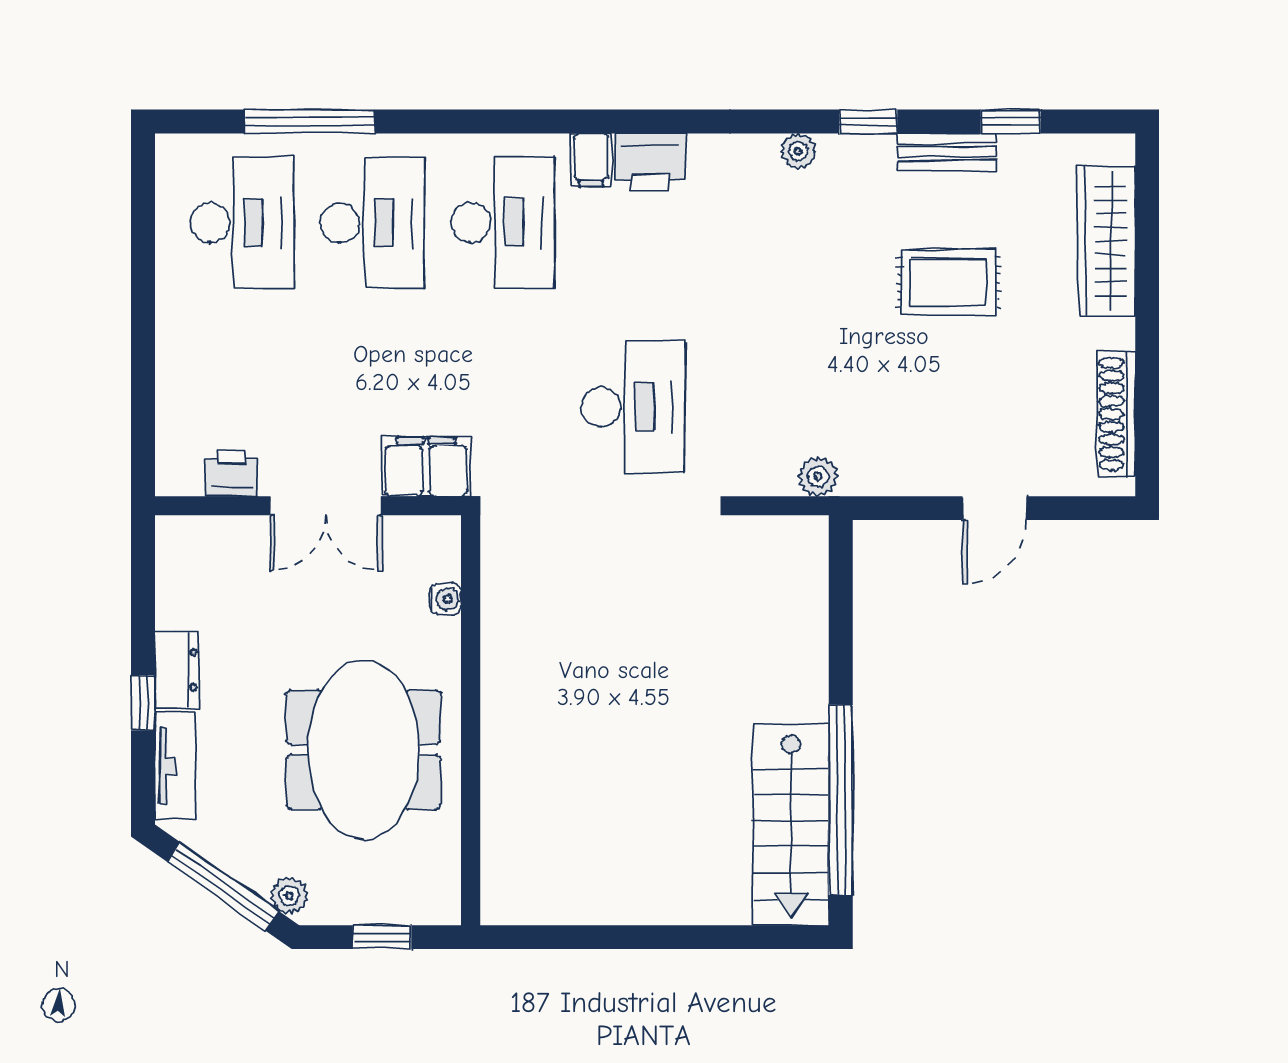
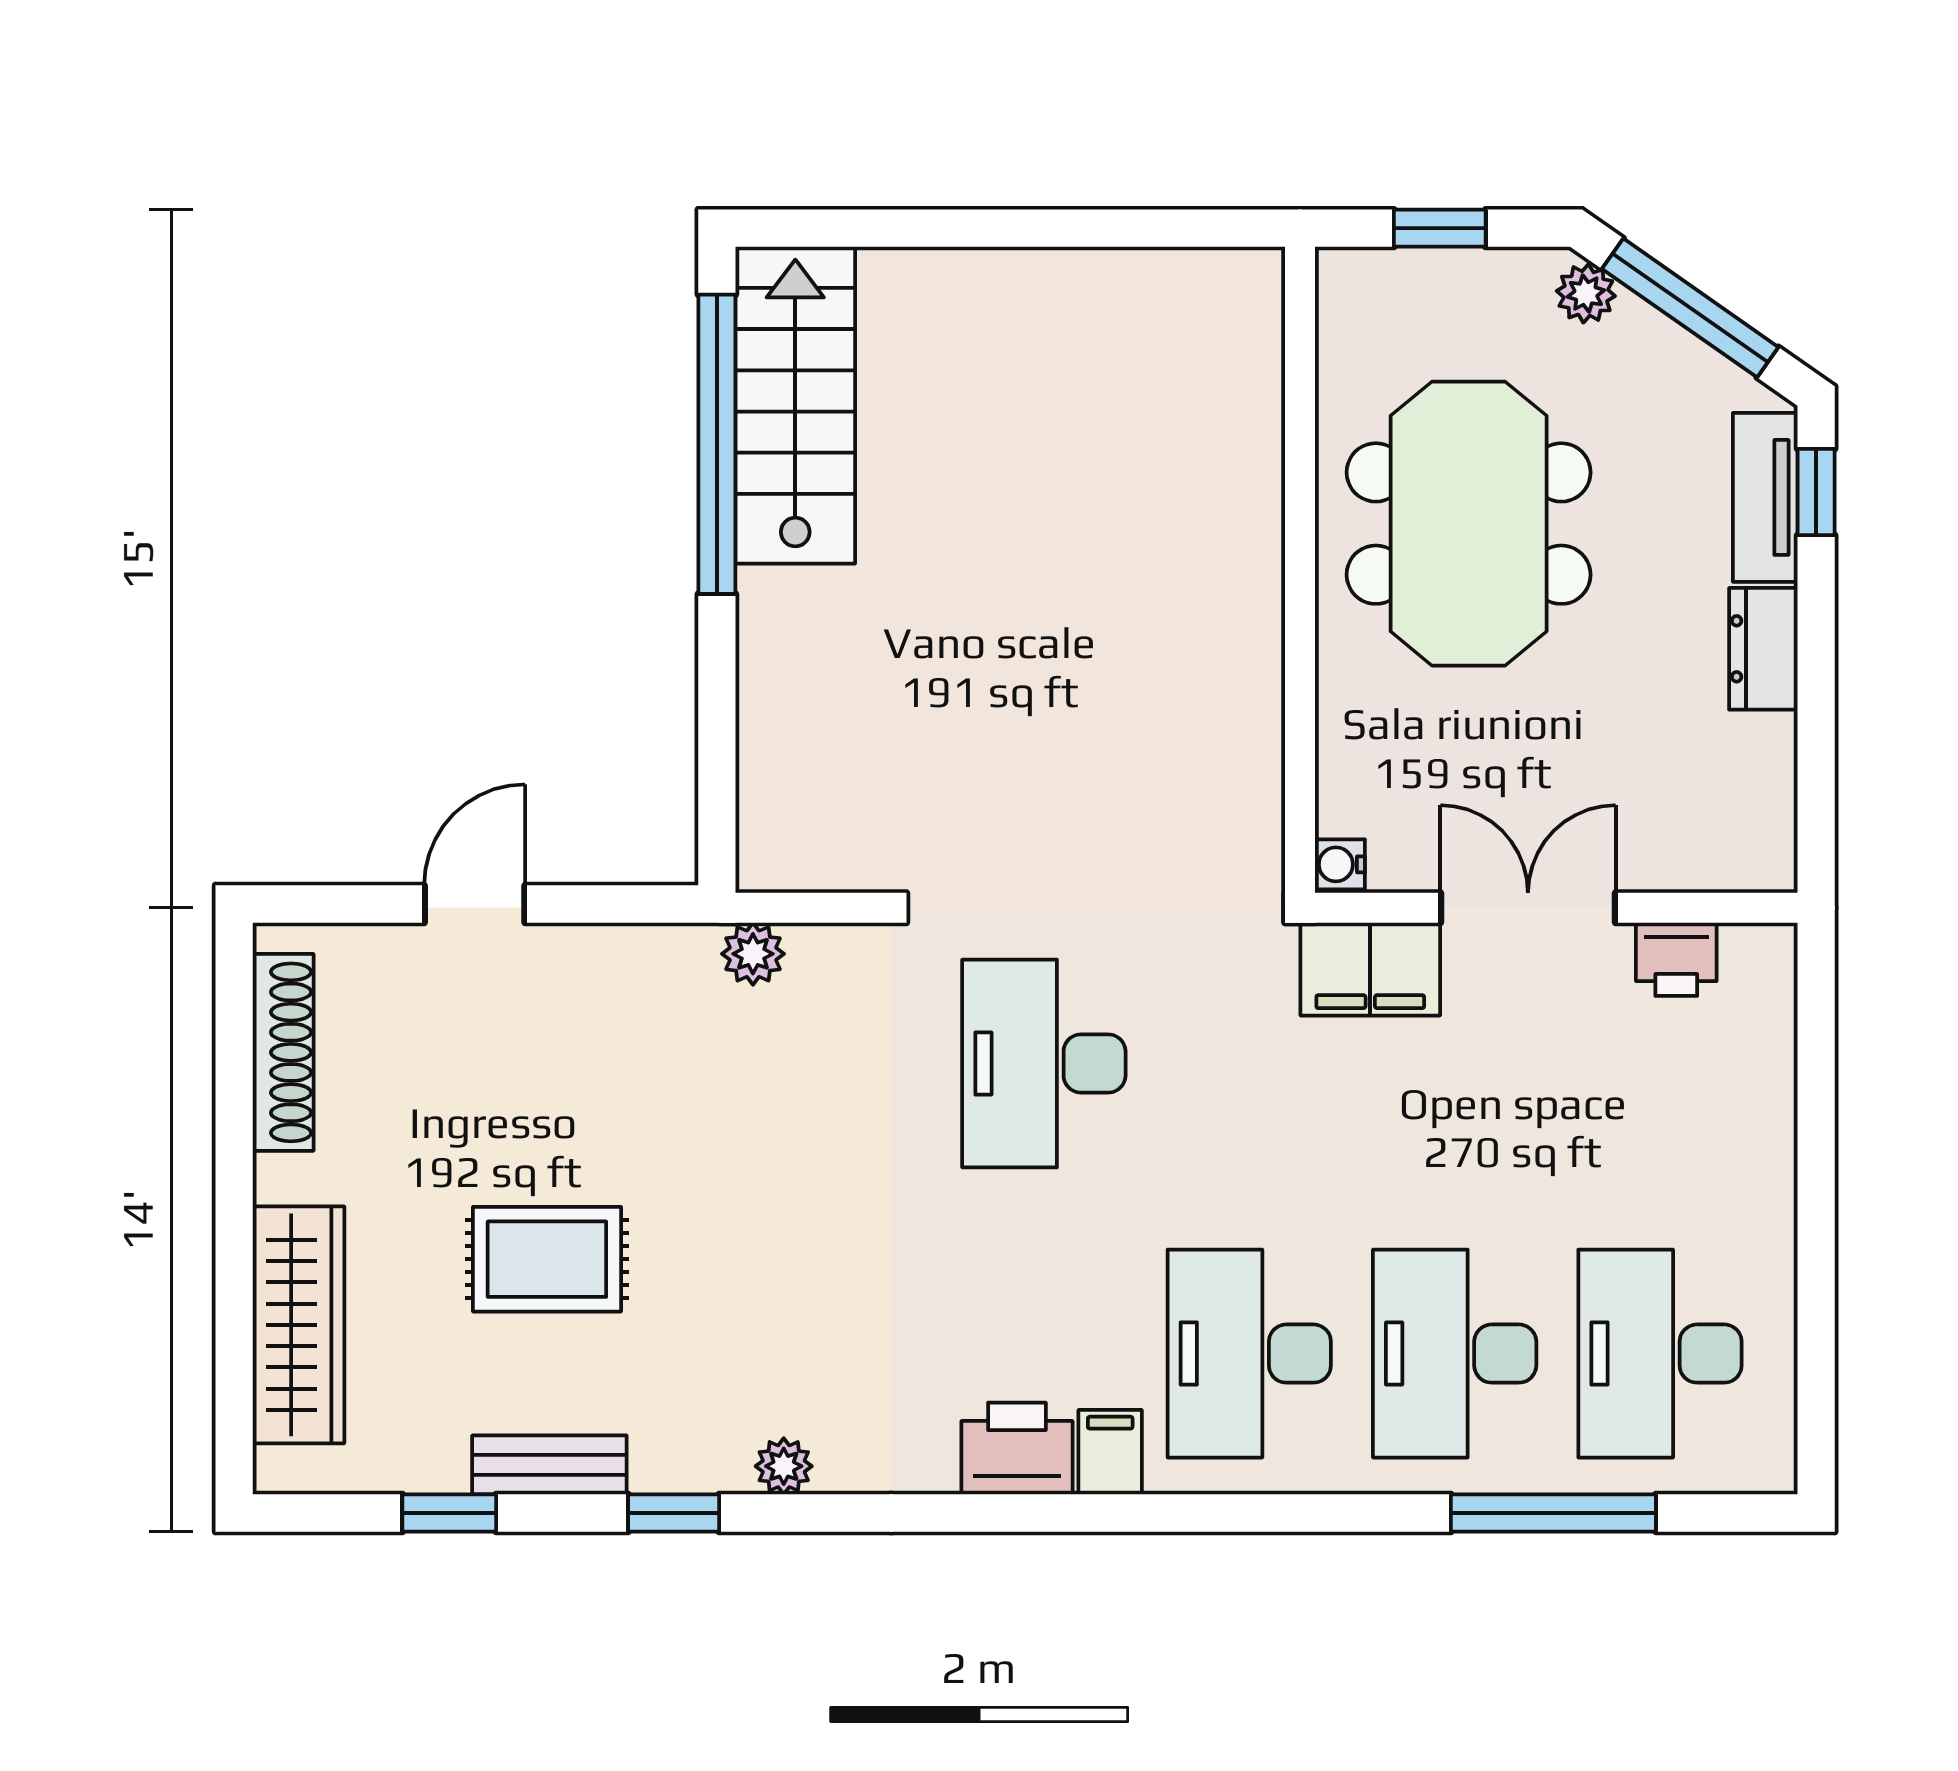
water cooler: (445, 599) -> (1340, 864), moved
window: (143, 703) -> (1816, 492), moved

